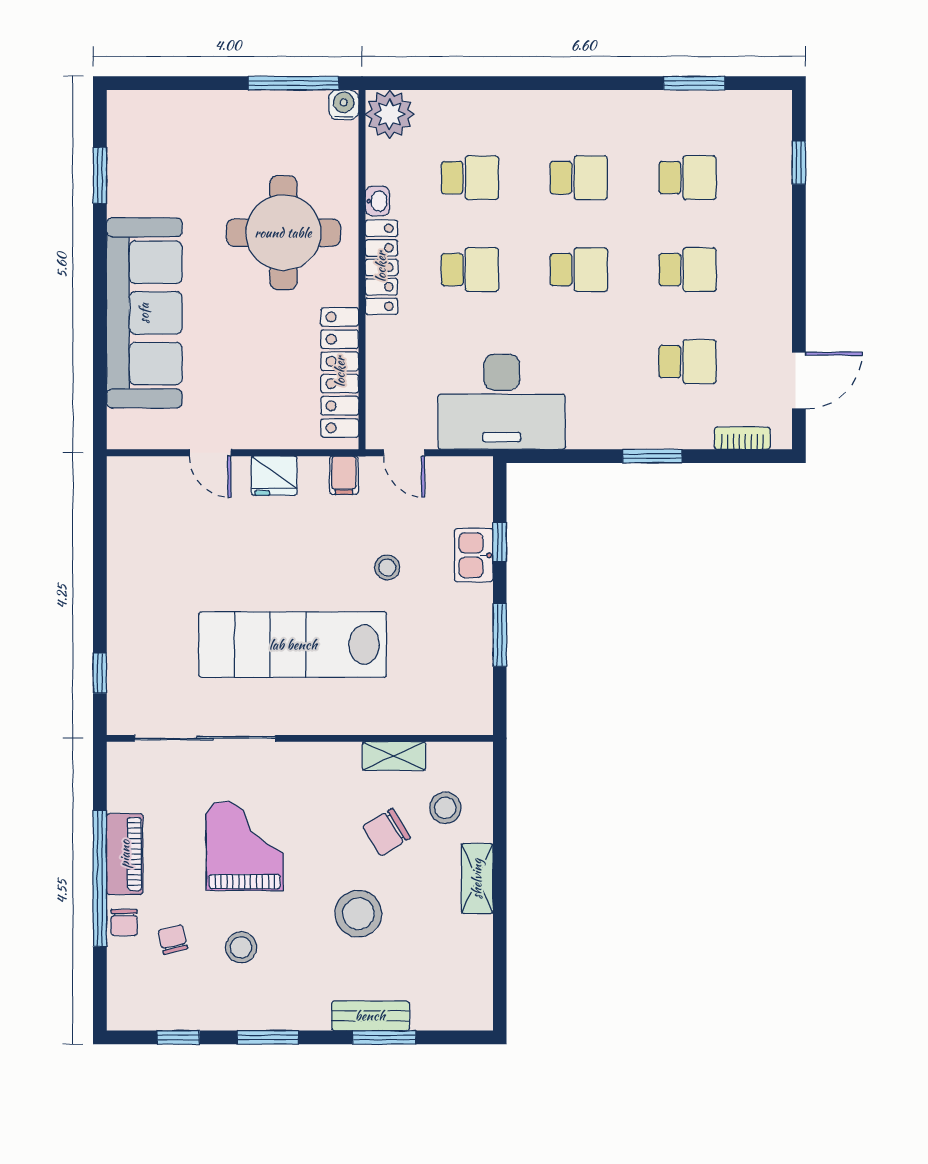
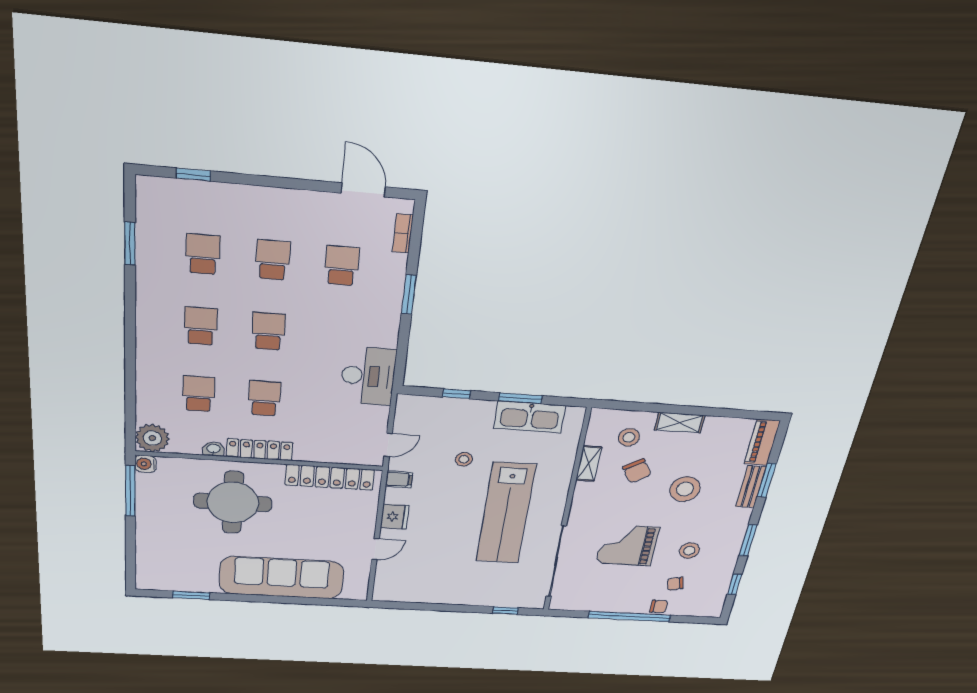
desk: (502, 402) -> (368, 376), width x0.73, depth x0.77
kitchen sink: (474, 555) -> (530, 417), moved, width x1.87, depth x1.24
piano: (125, 854) -> (762, 442), moved, turned -90

